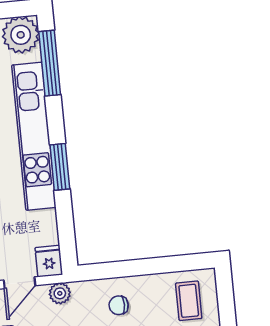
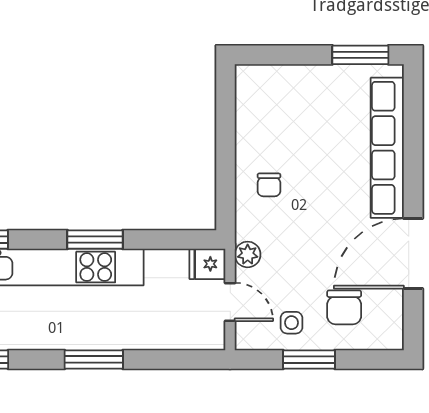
coffee table: (189, 301) -> (272, 100), removed

